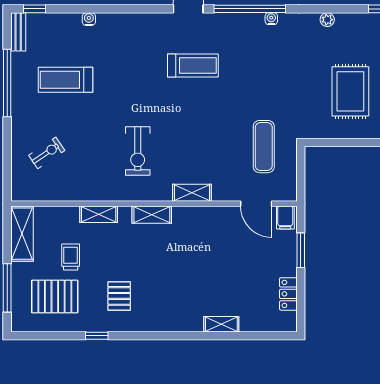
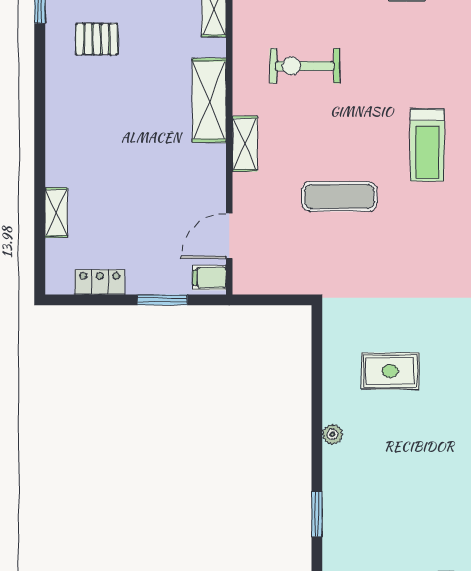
rug: (350, 91) -> (390, 371), width x0.73, depth x0.70
exercise mat: (264, 147) -> (339, 197), moved
shelving: (152, 215) -> (209, 100), width x1.50, depth x1.33
shelving: (221, 324) -> (56, 213), moved

